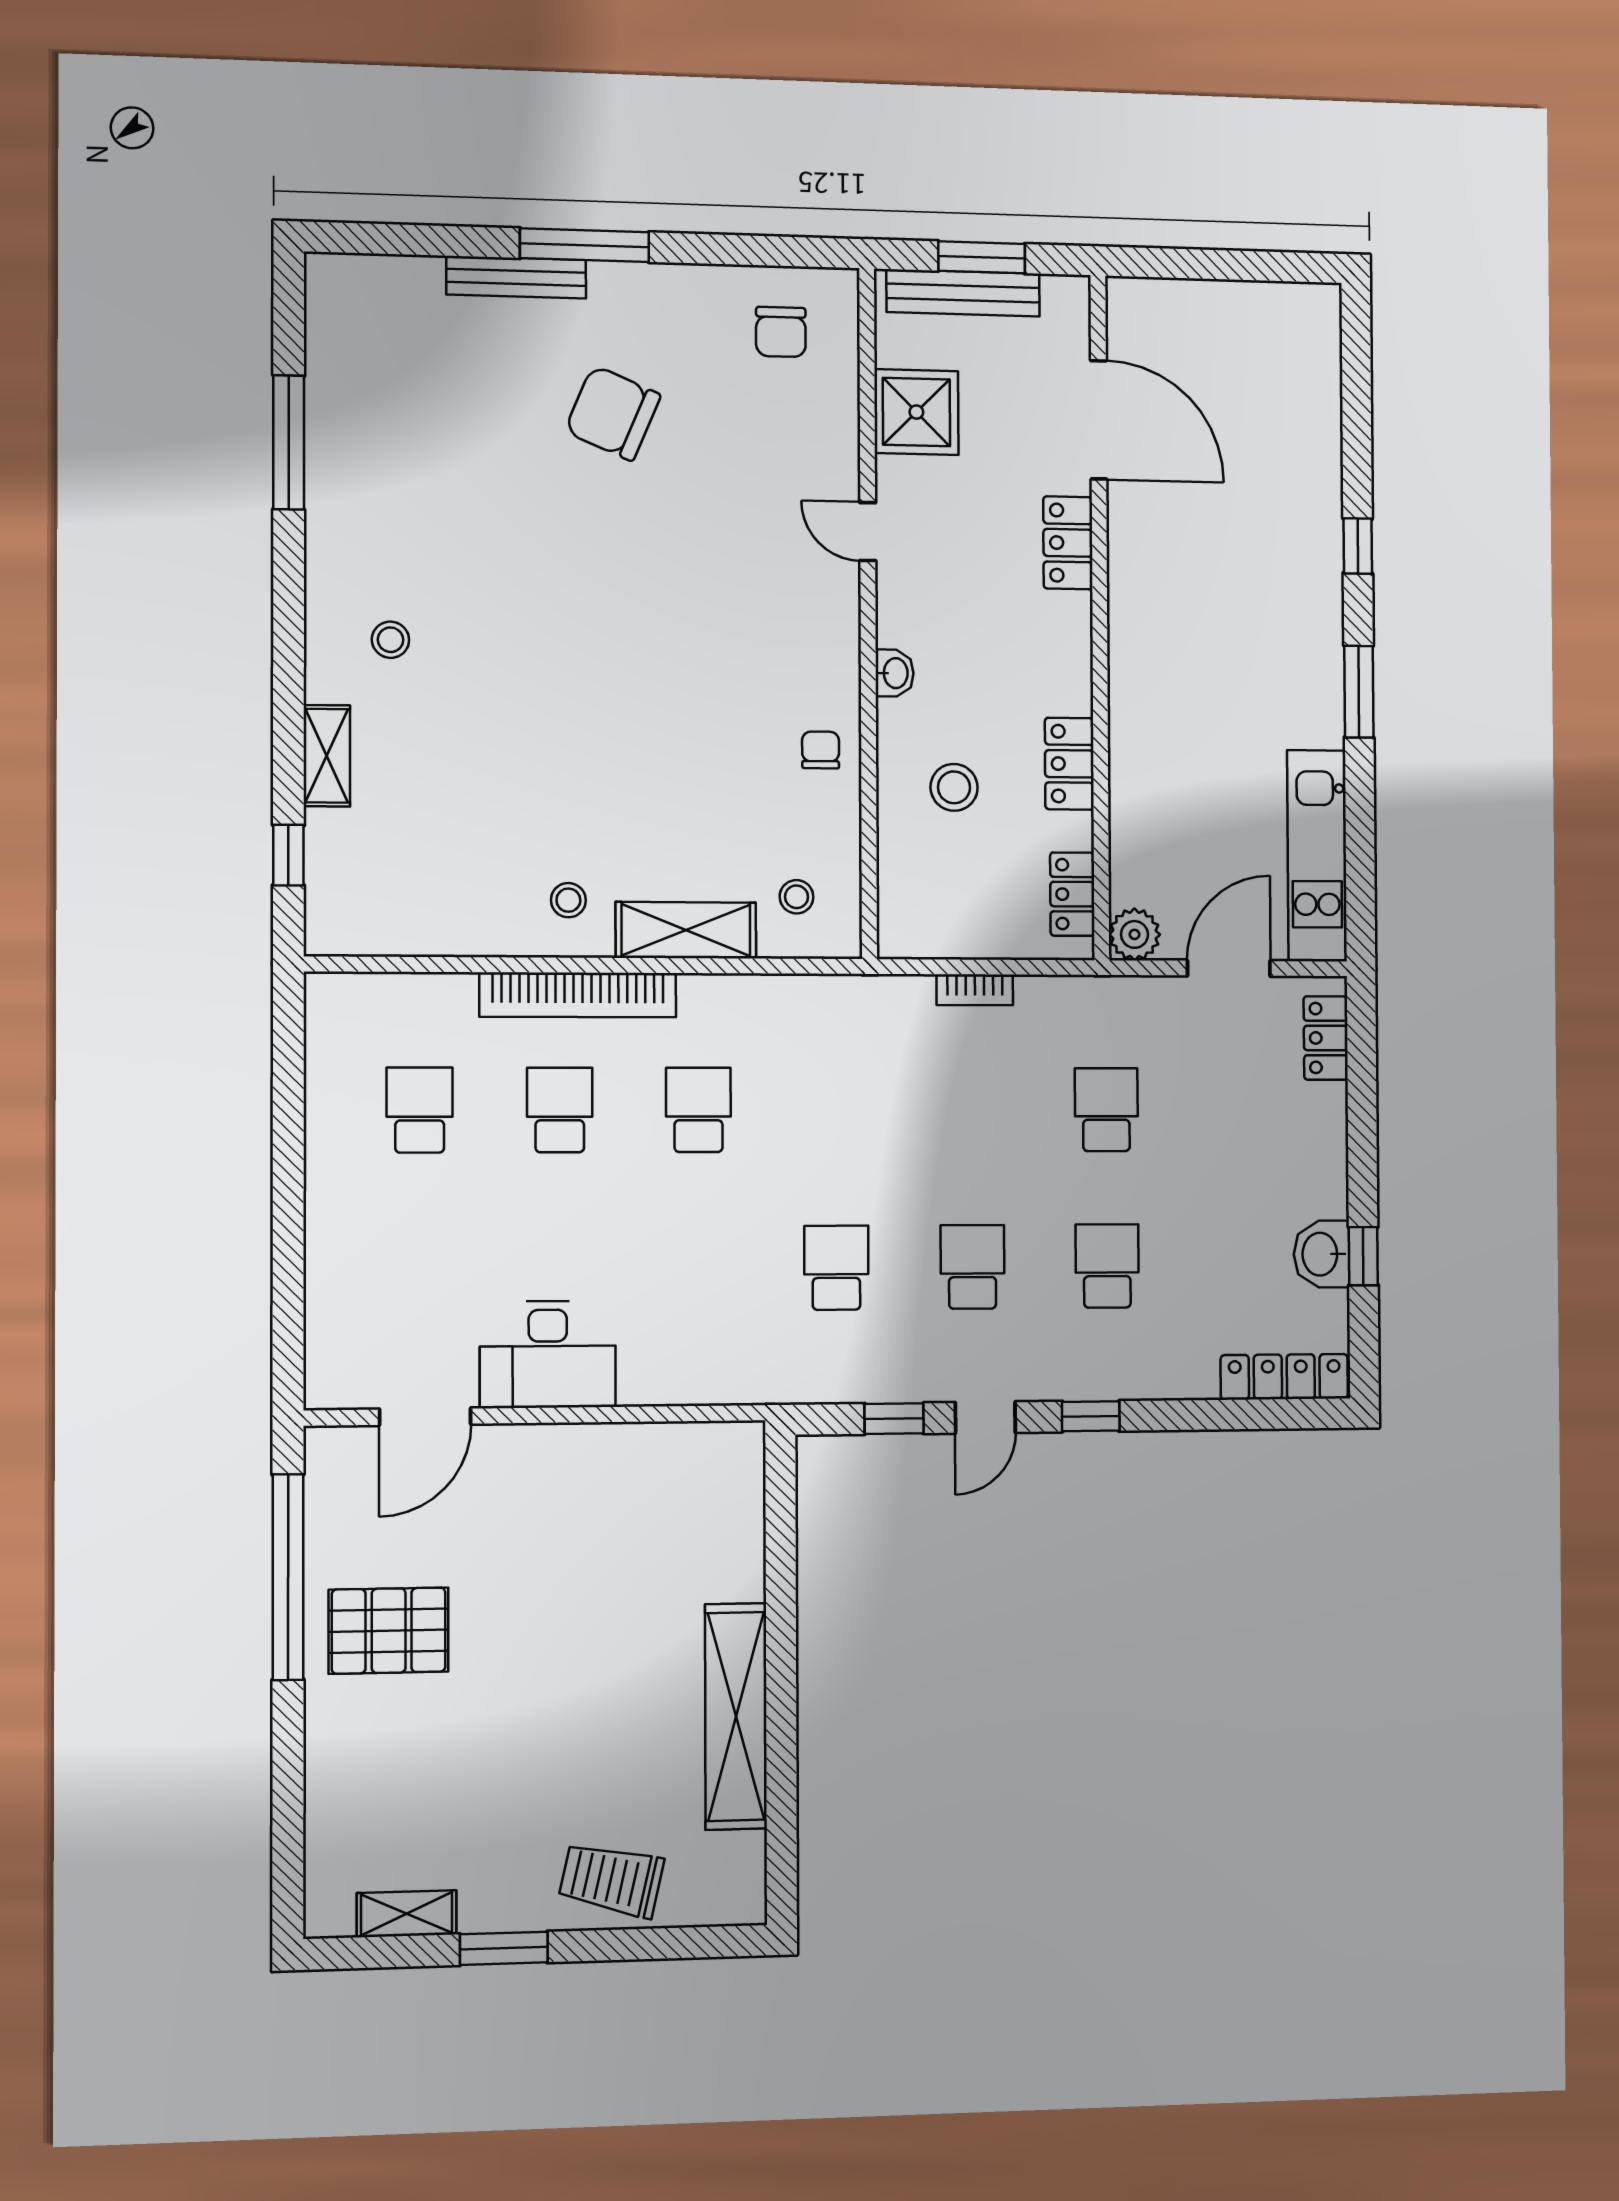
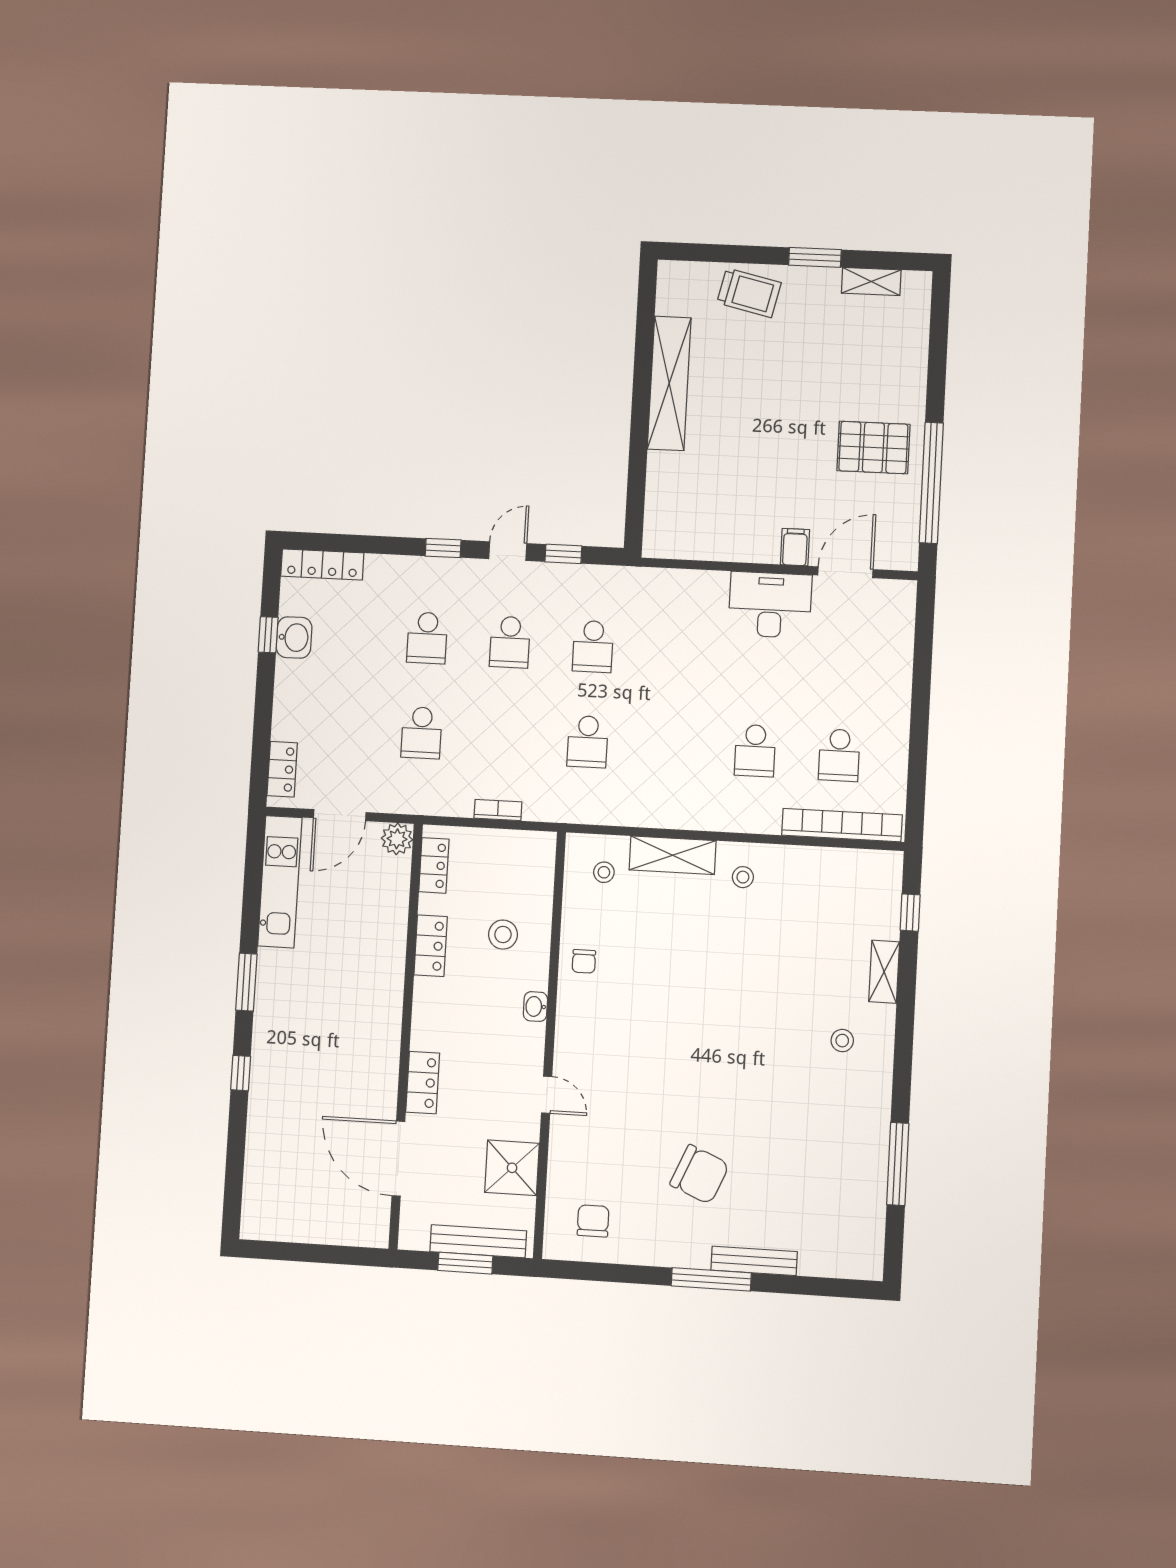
bookcase: (578, 995) -> (842, 825), moved
school desk: (698, 1110) -> (588, 742), moved
filing cabinet: (511, 1454) -> (795, 547), added

